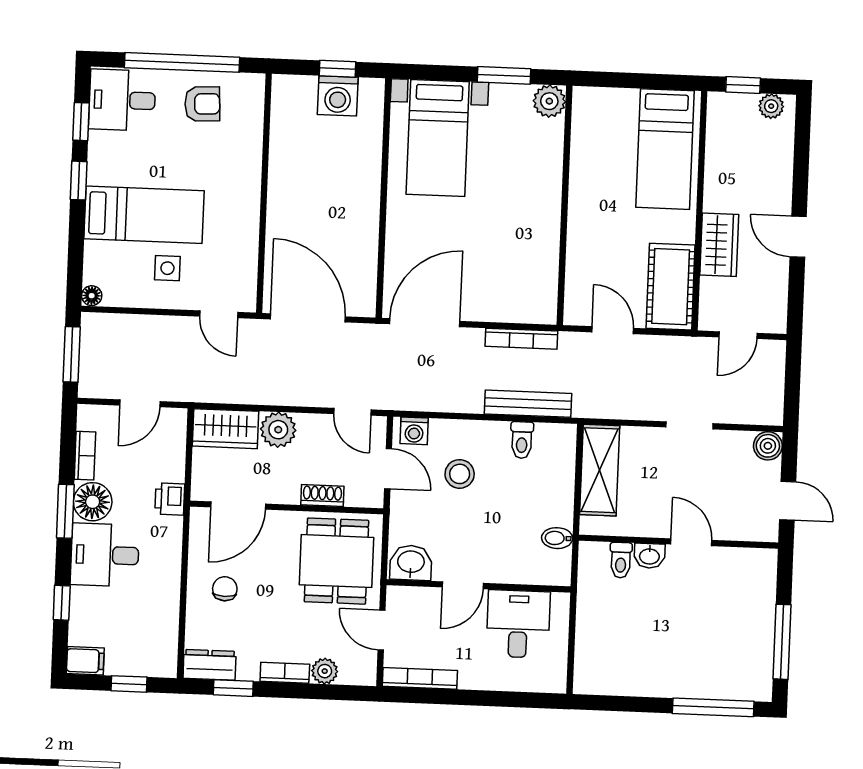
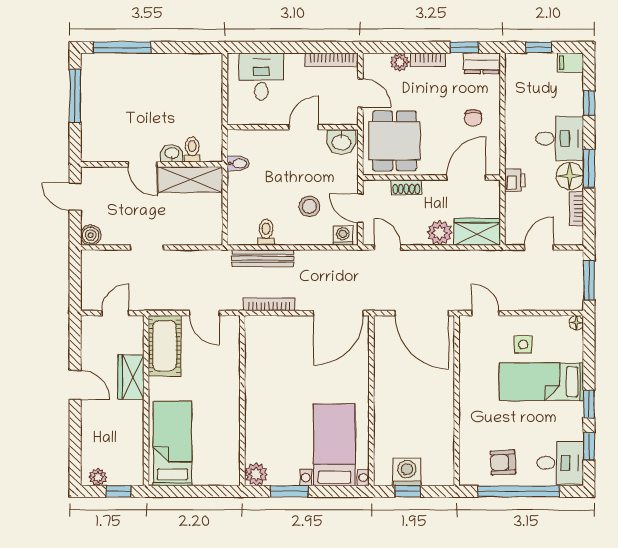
shelving: (600, 470) -> (190, 180), moved, turned 90
desk: (518, 624) -> (261, 77), moved, turned 180

